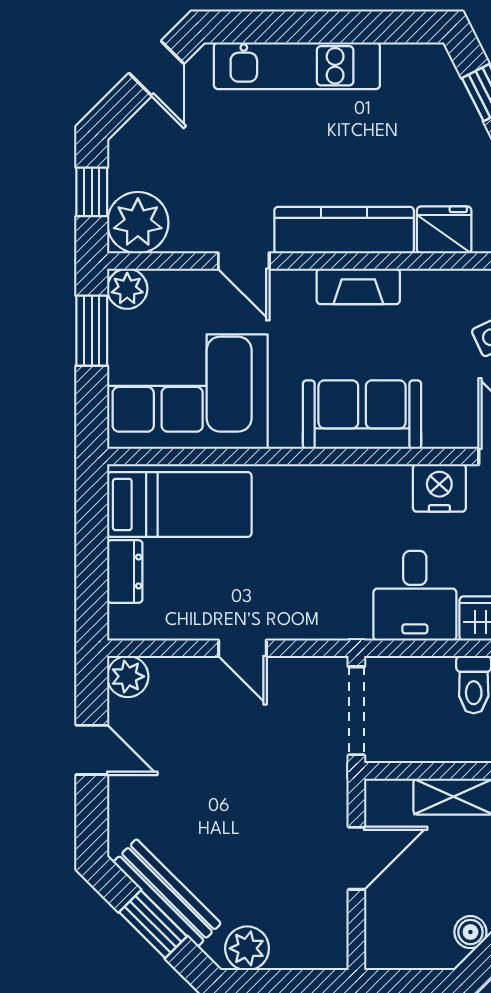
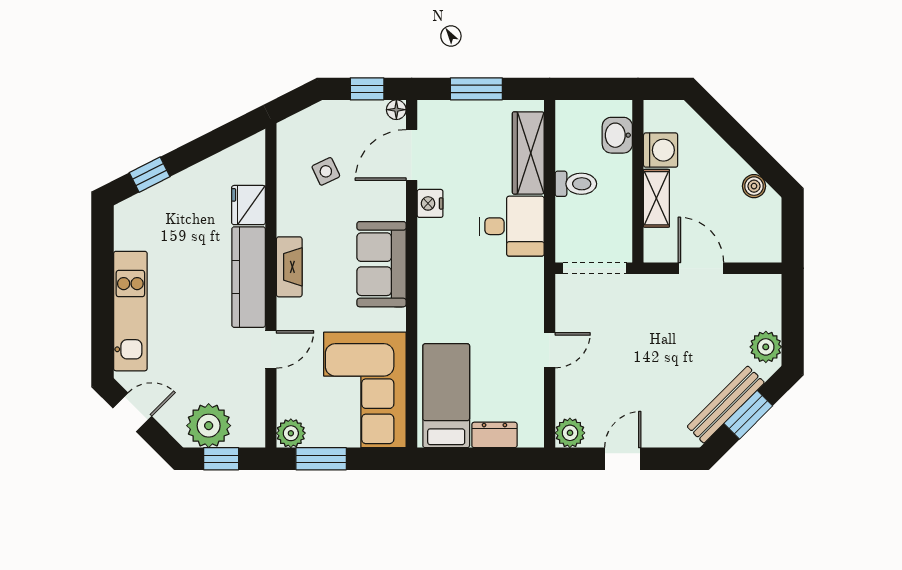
plant: (138, 223) -> (209, 426), moved
nightstand: (439, 488) -> (430, 203), width x0.74, depth x0.75

